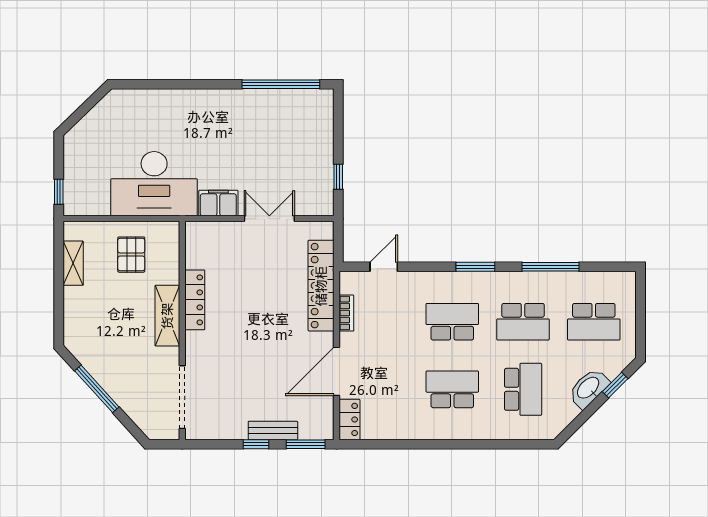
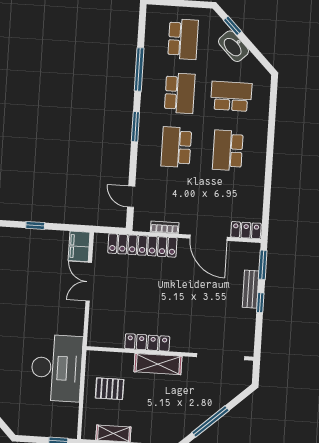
window: (338, 177) -> (35, 225), moved
filing cabinet: (218, 203) -> (79, 246), moved

